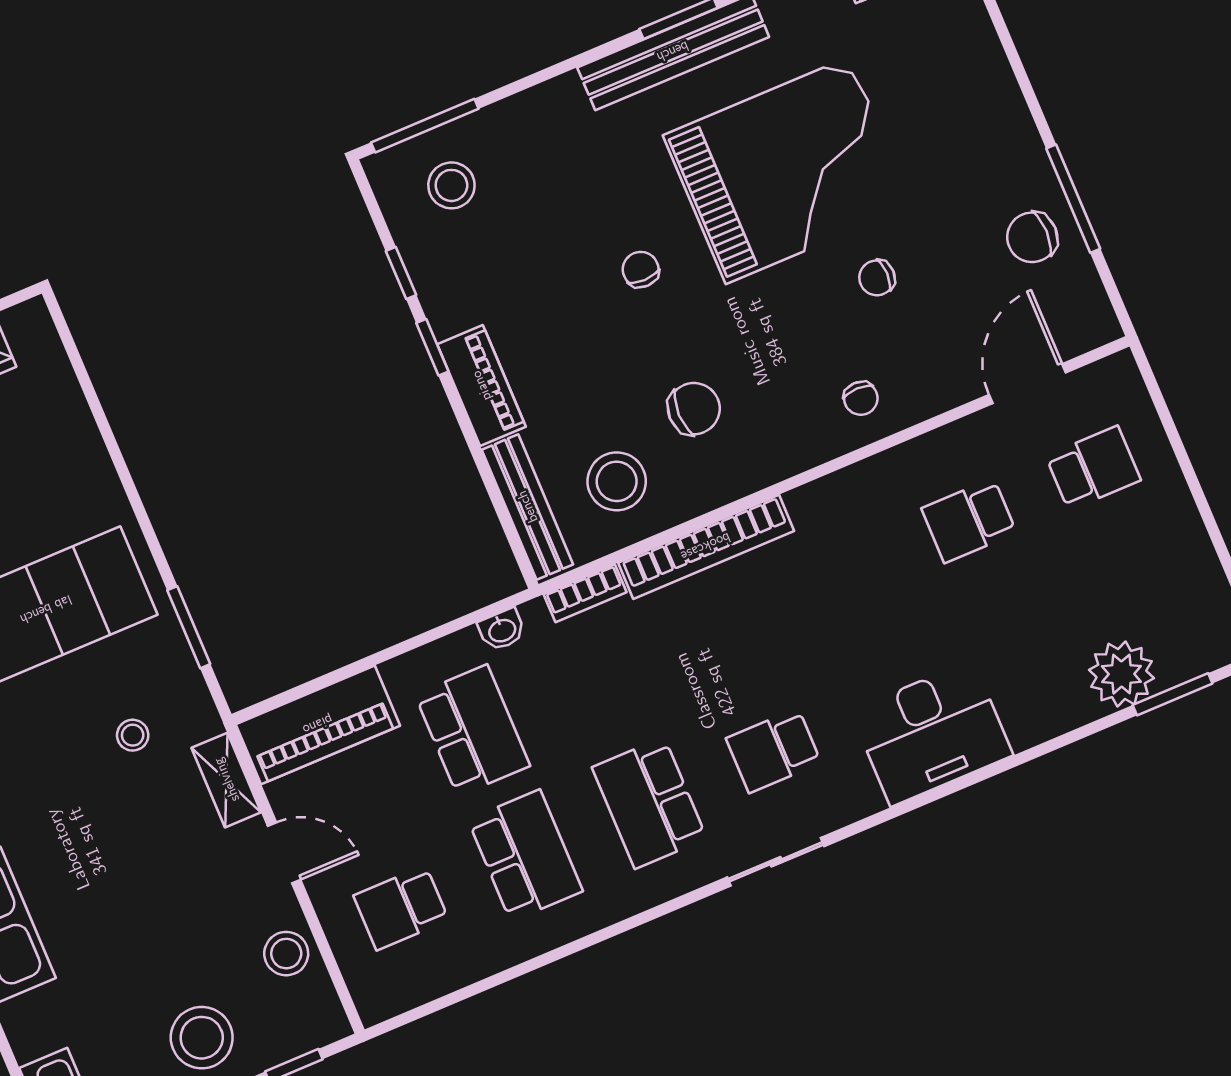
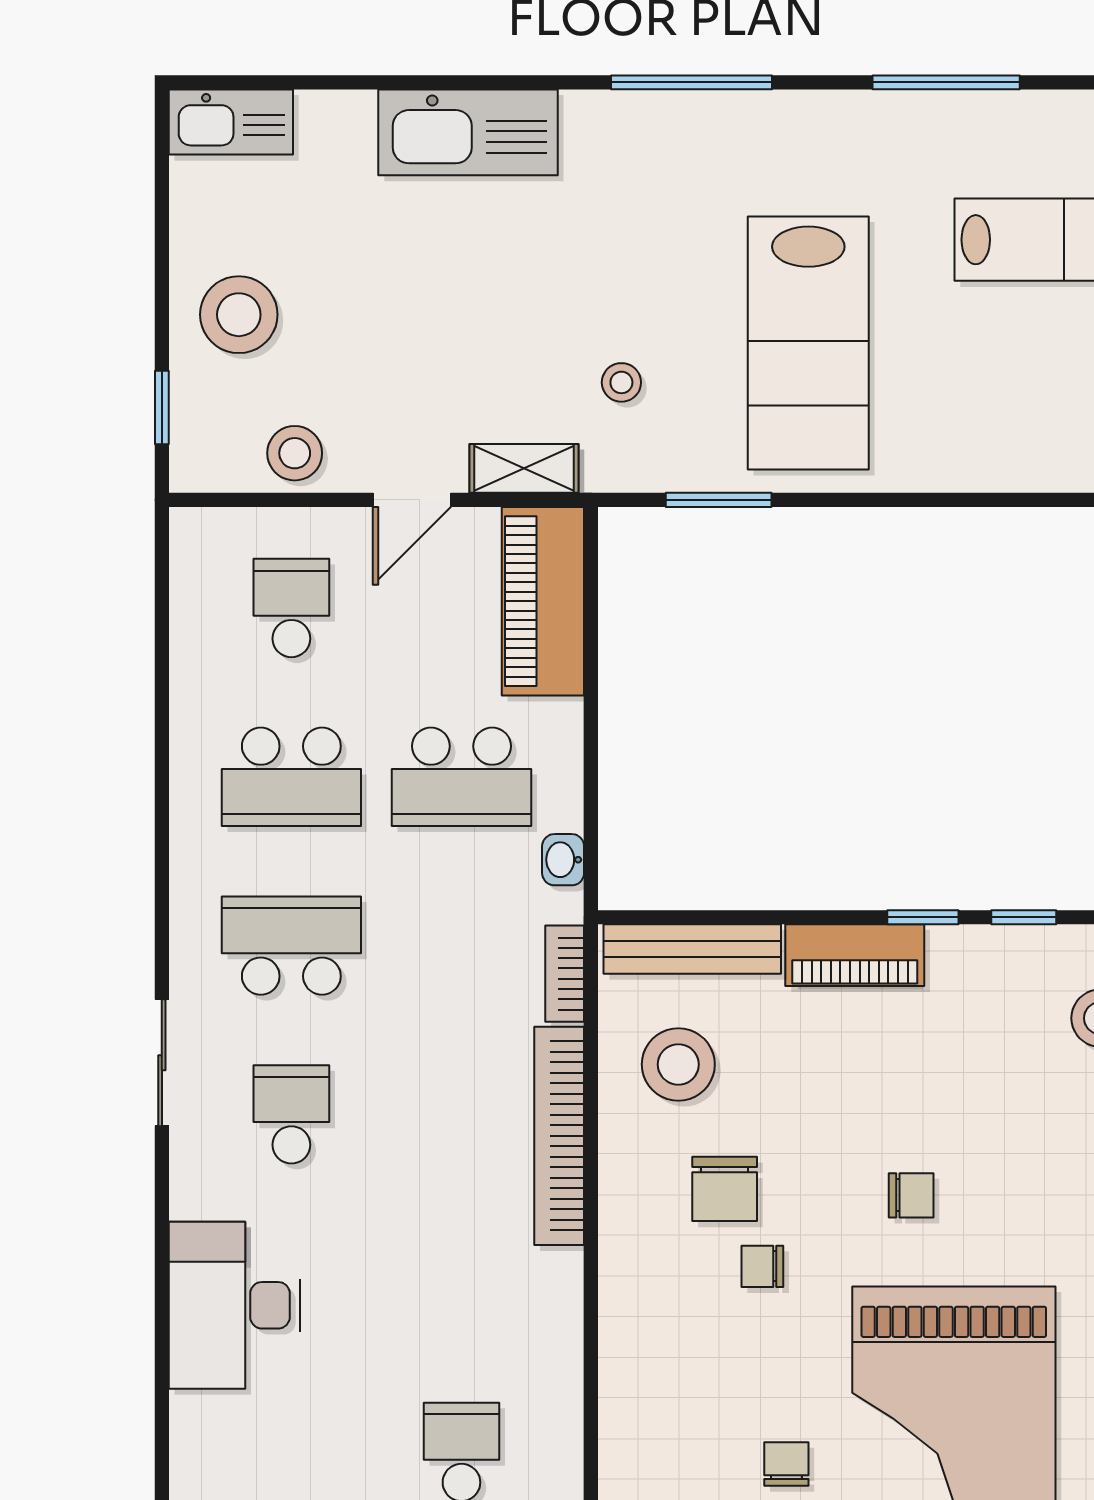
chair: (861, 398) -> (762, 1266), moved

